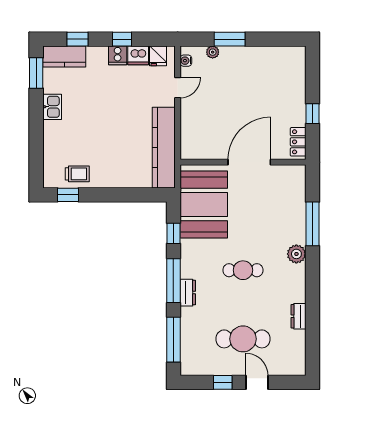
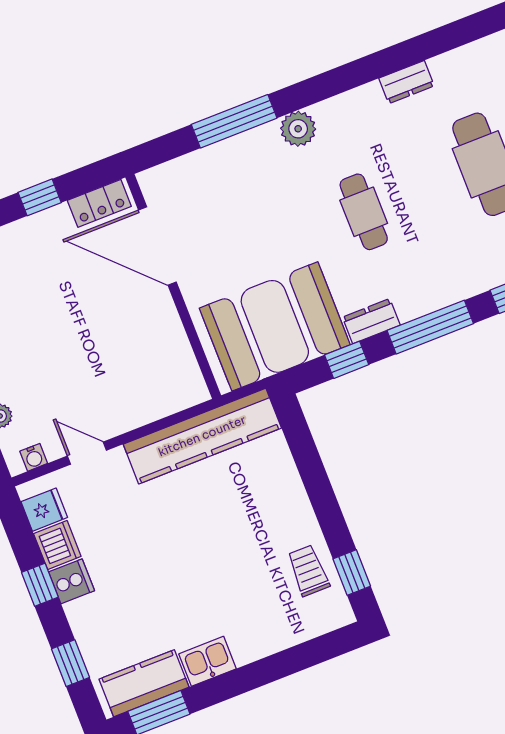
kitchen counter: (64, 56) -> (144, 683), moved, turned -90
door: (249, 162) -> (157, 246), moved
dresser: (188, 293) -> (371, 321), moved

